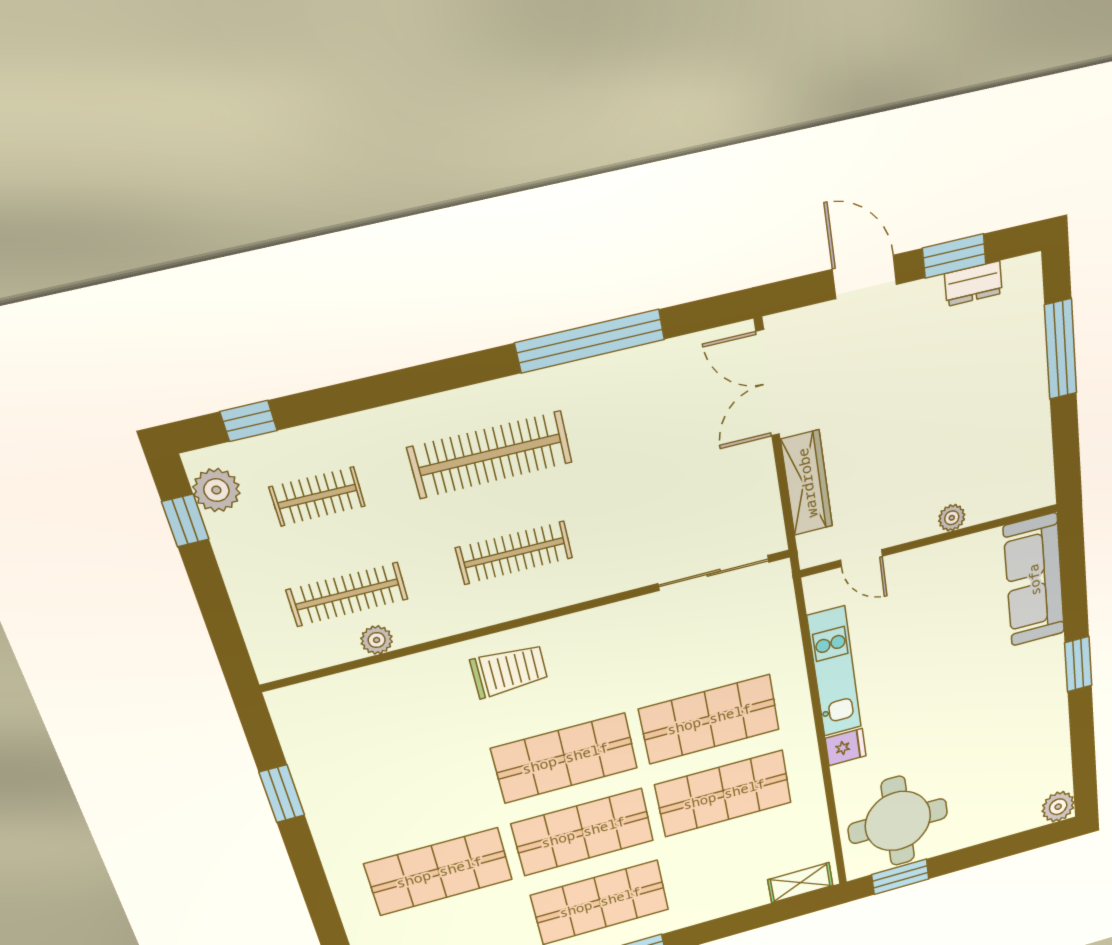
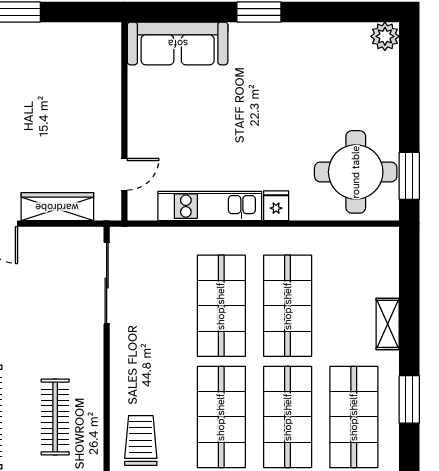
plant: (952, 518) -> (111, 103), removed
shelving: (800, 883) -> (388, 324), moved

